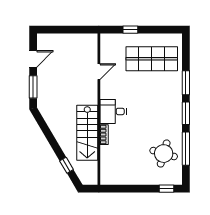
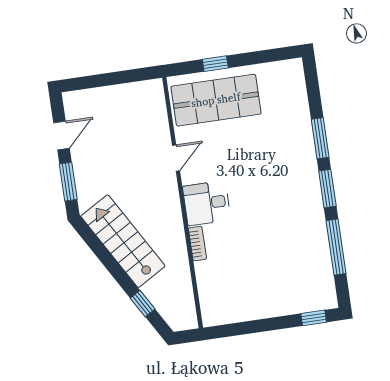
shop shelf: (152, 59) -> (216, 100), moved
door: (99, 72) -> (176, 158), moved
stairs: (87, 133) -> (123, 241), moved, turned 150
round table: (164, 154) -> (300, 261), removed

